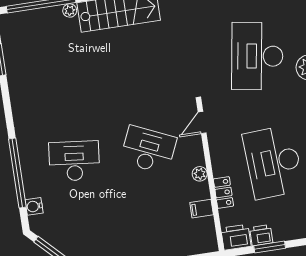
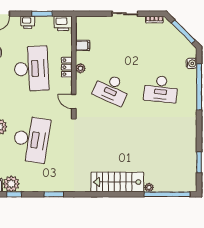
door: (202, 122) -> (74, 102), swing flipped
locker: (223, 192) -> (67, 67), moved
printer: (261, 235) -> (28, 22), moved

